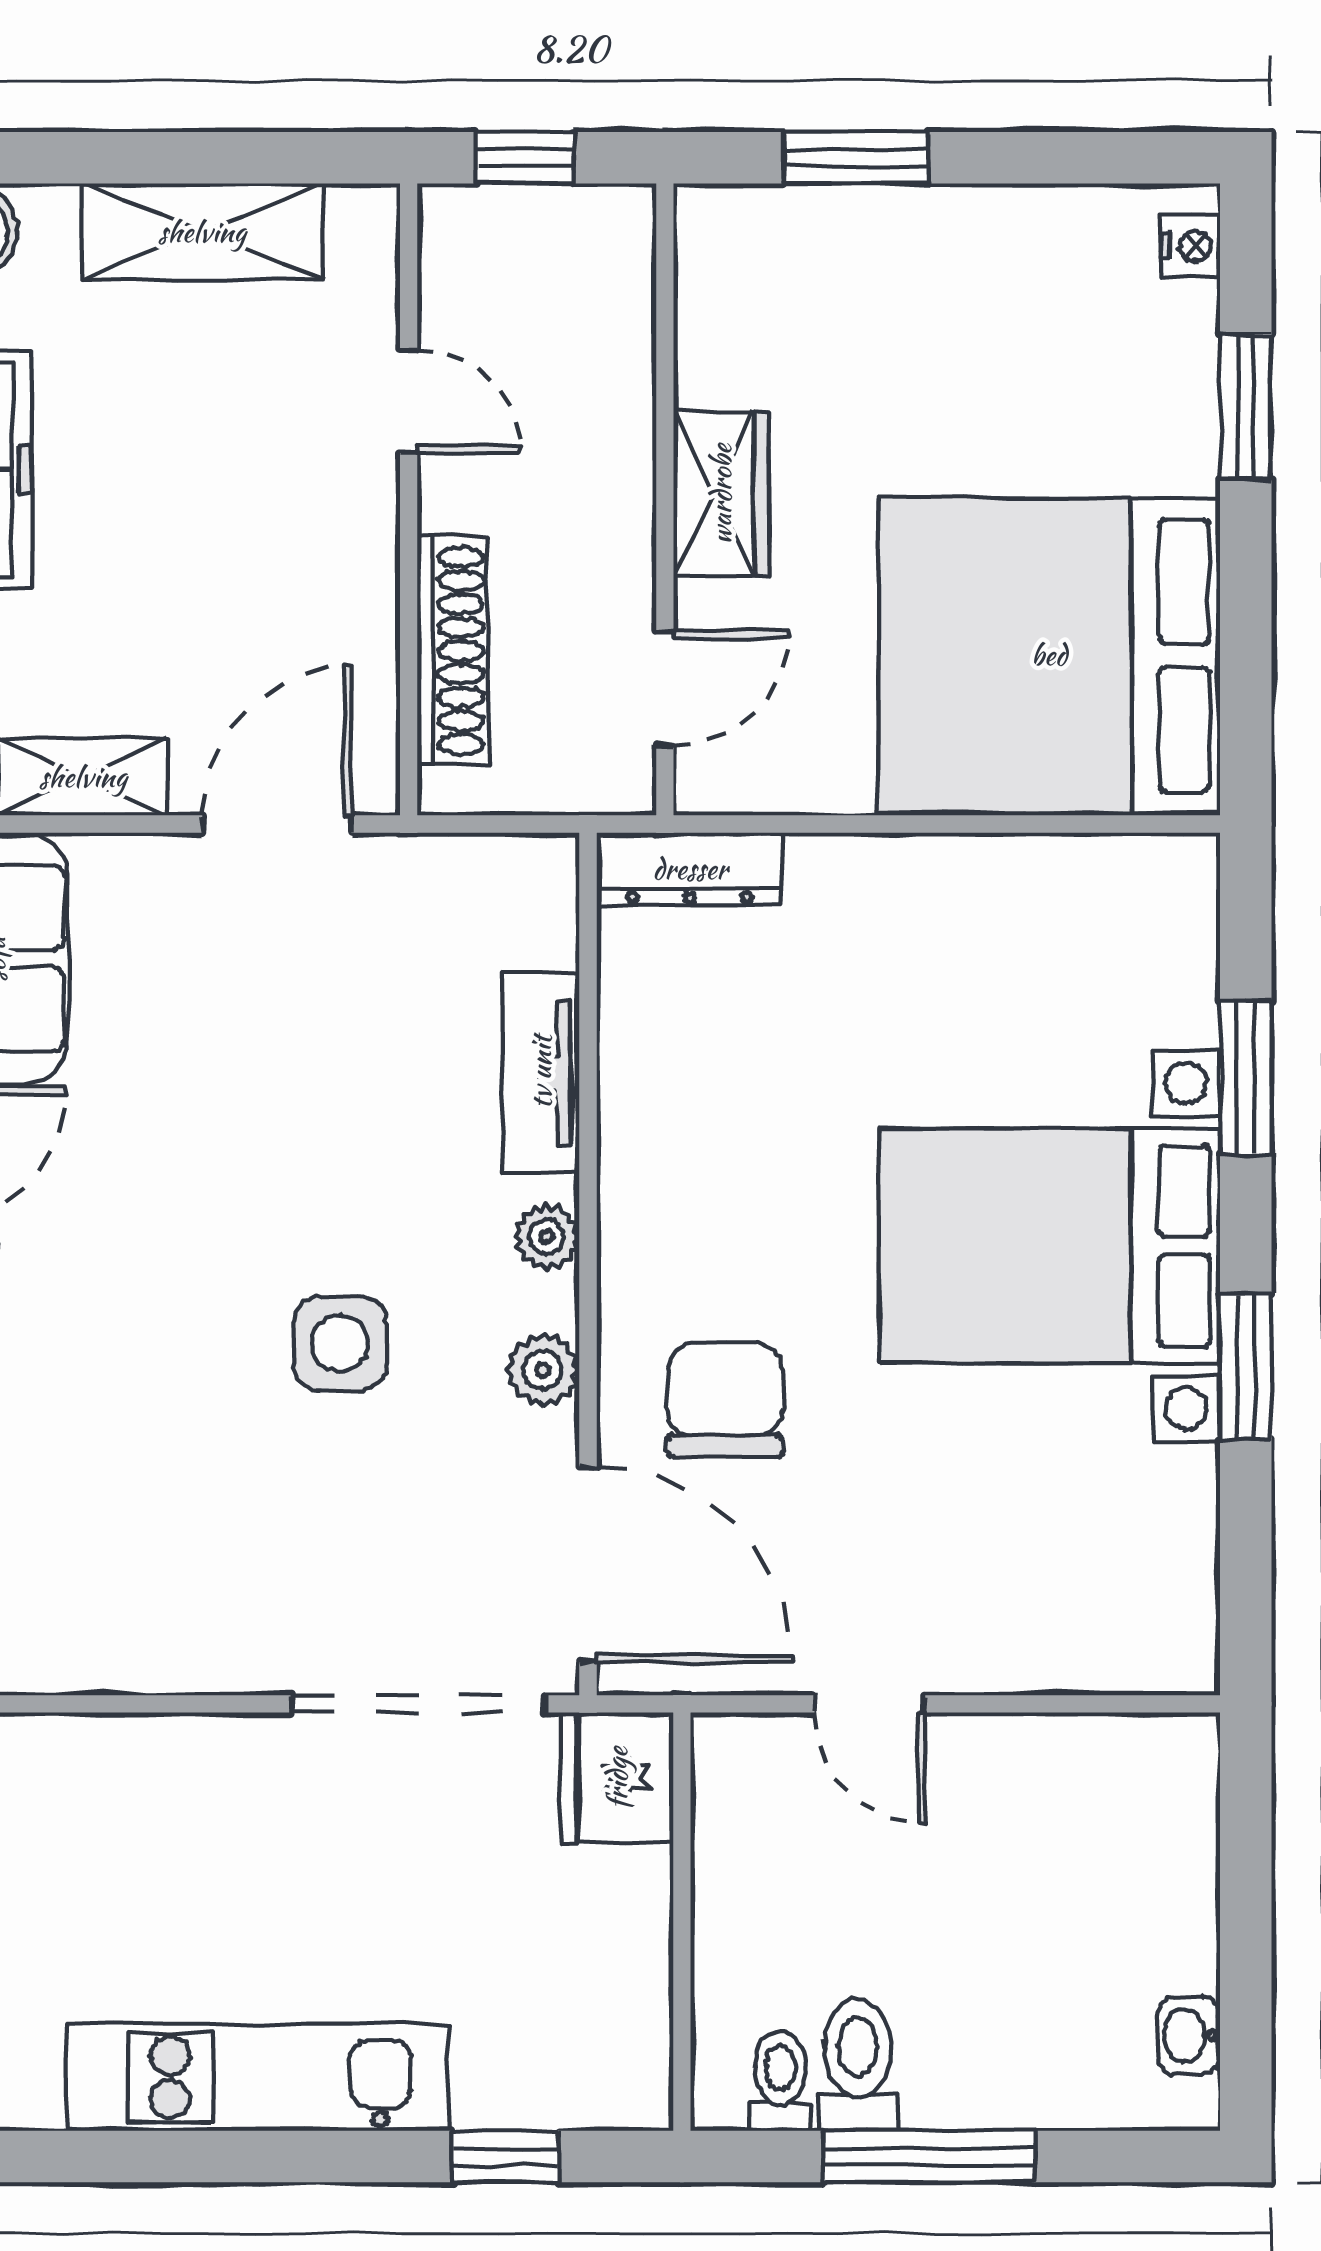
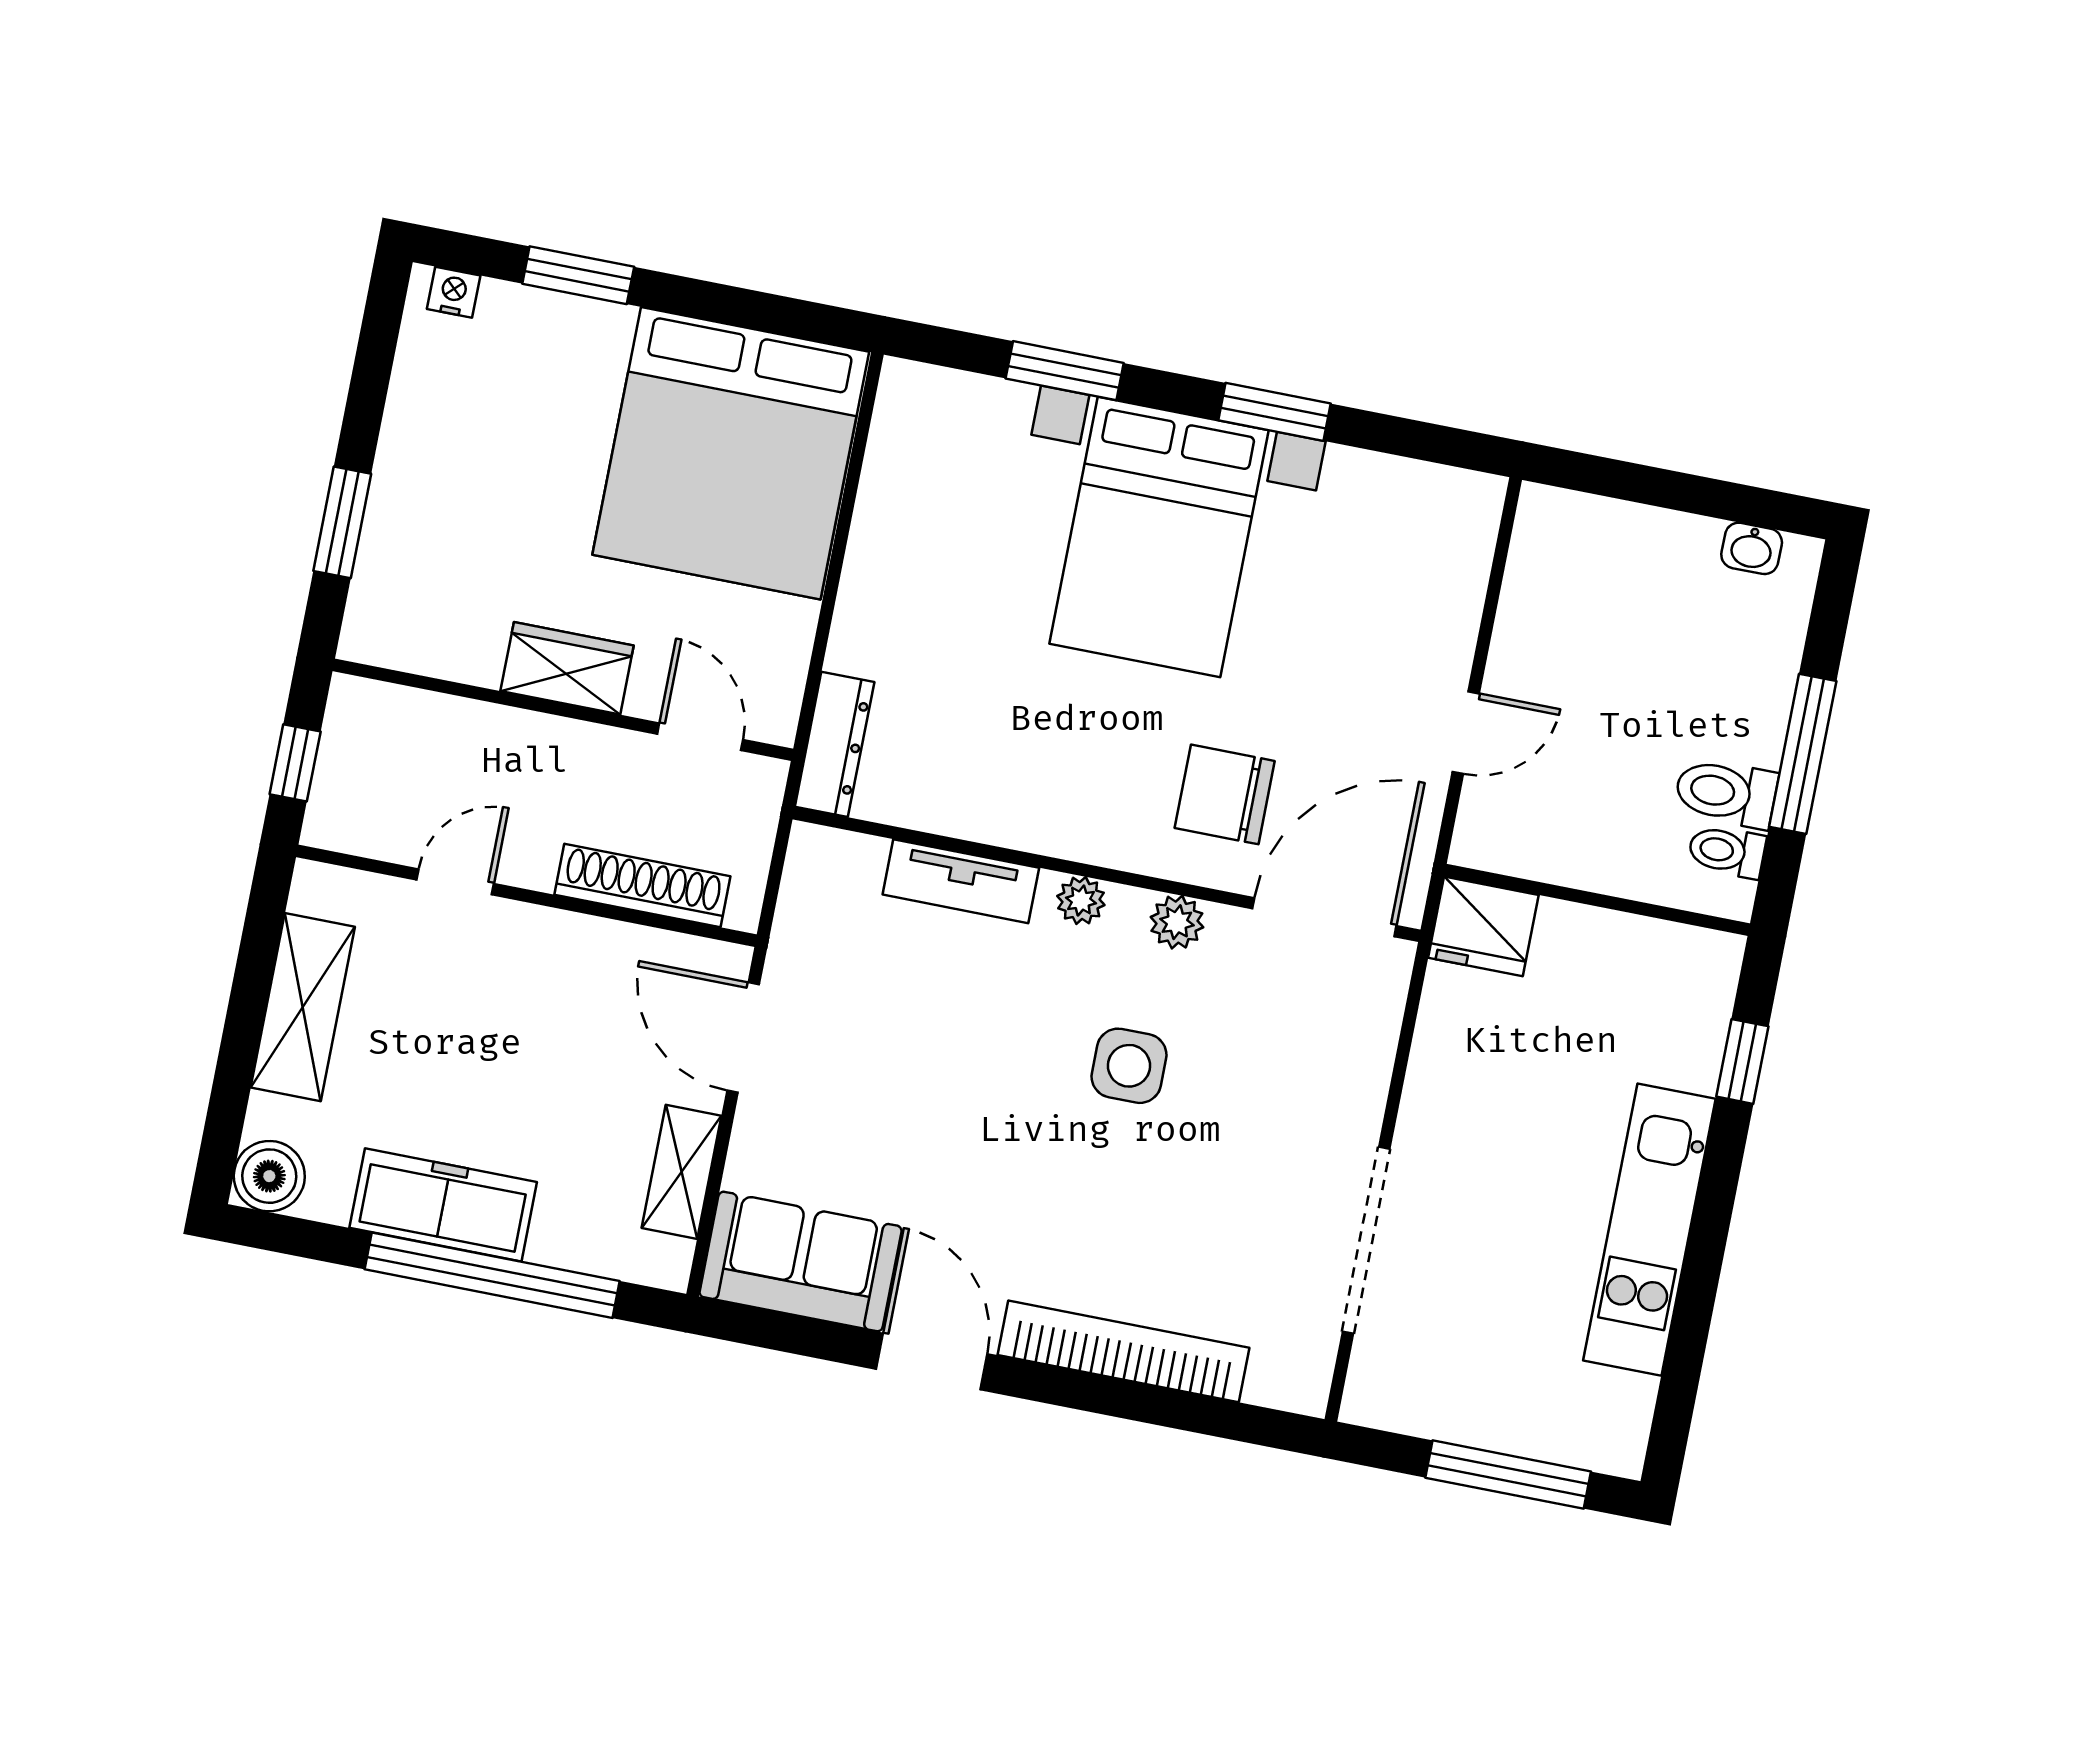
doorway: (418, 1704) -> (1366, 1240), moved

